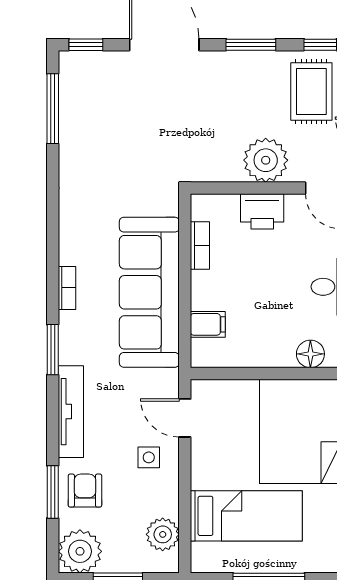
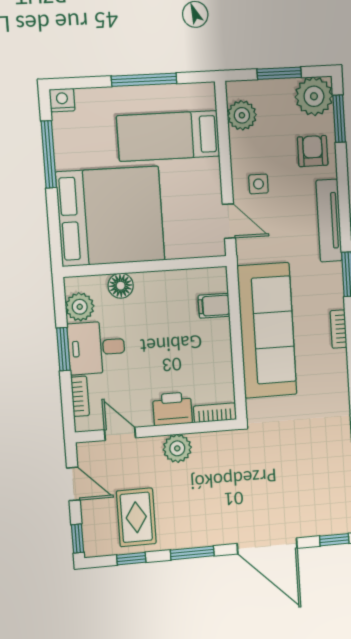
plant: (266, 160) -> (177, 448), width x0.73, depth x0.73
bookcase: (200, 245) -> (215, 413), moved, turned 90
armchair: (85, 491) -> (313, 151), turned 180
window: (53, 492) -> (339, 119), moved

